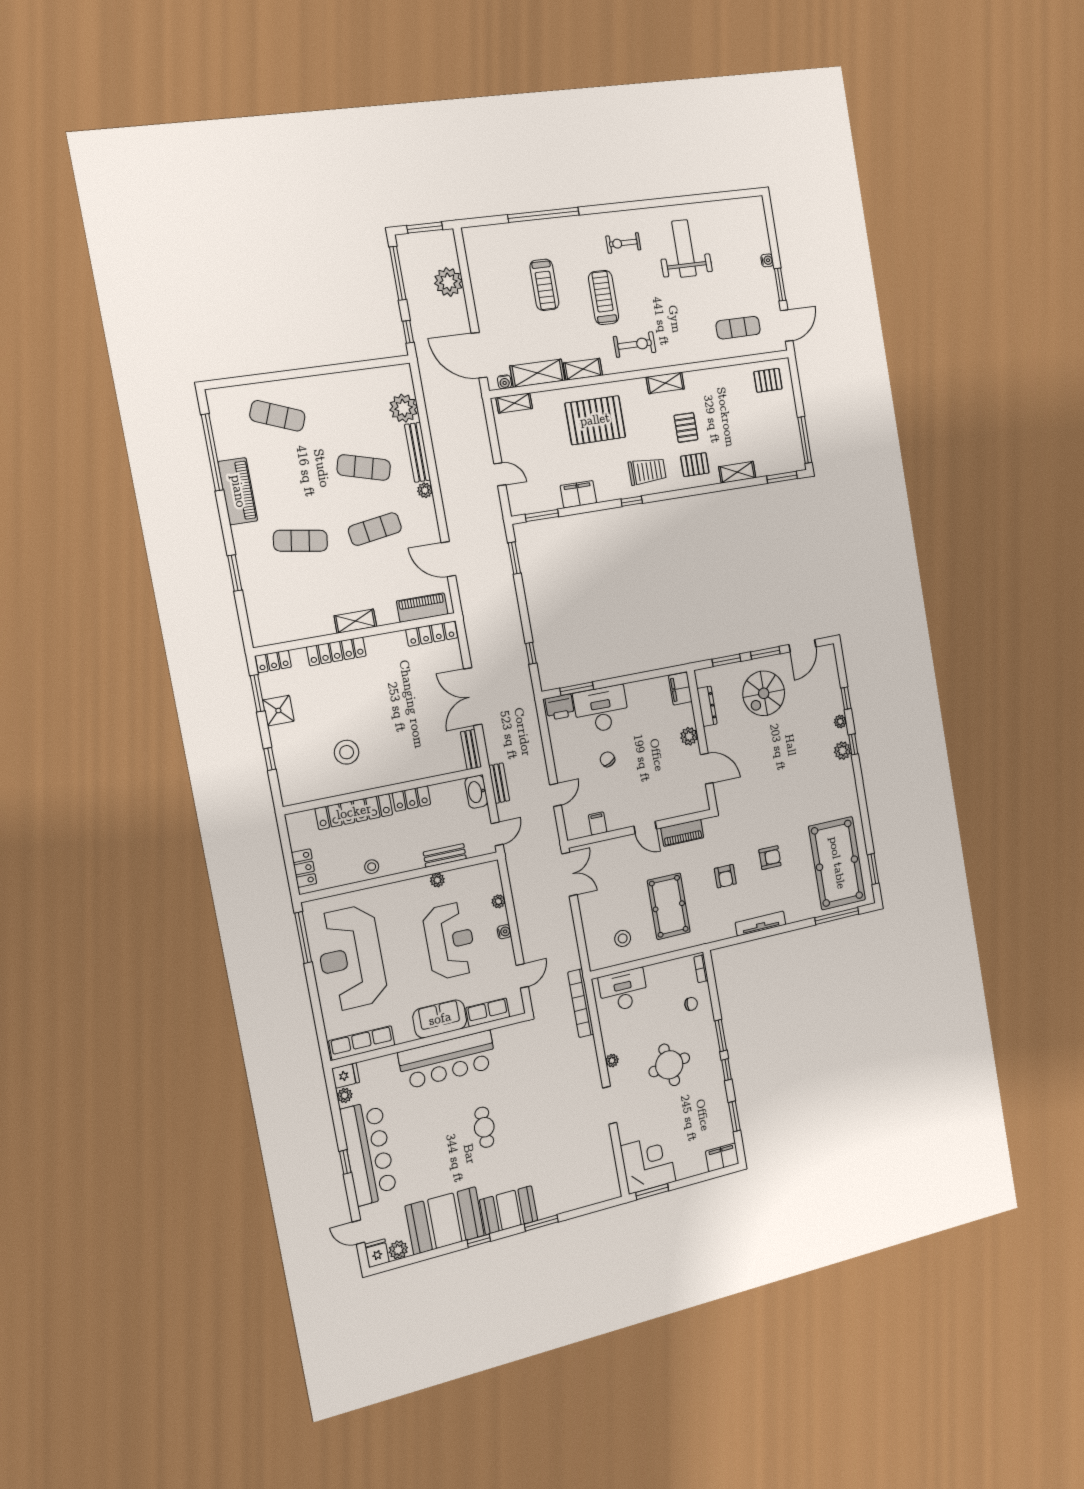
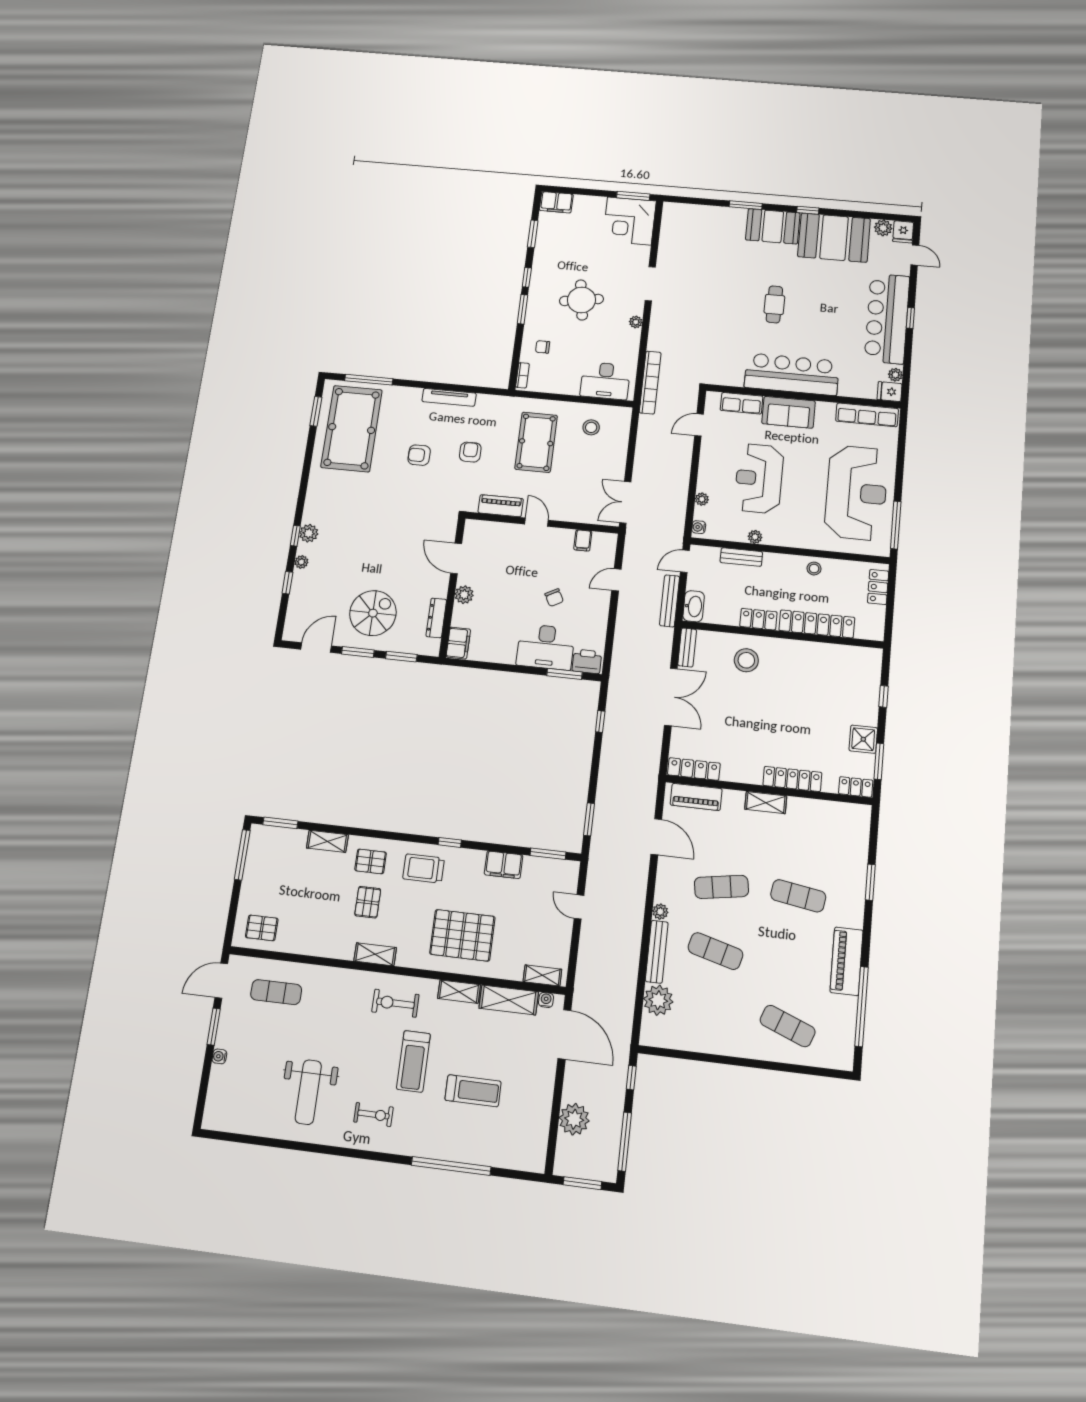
treadmill: (544, 285) -> (473, 1091), turned 90
stool: (347, 752) -> (746, 660), moved
bench: (499, 783) -> (670, 601), width x1.36
water cooler: (504, 932) -> (699, 527), moved

